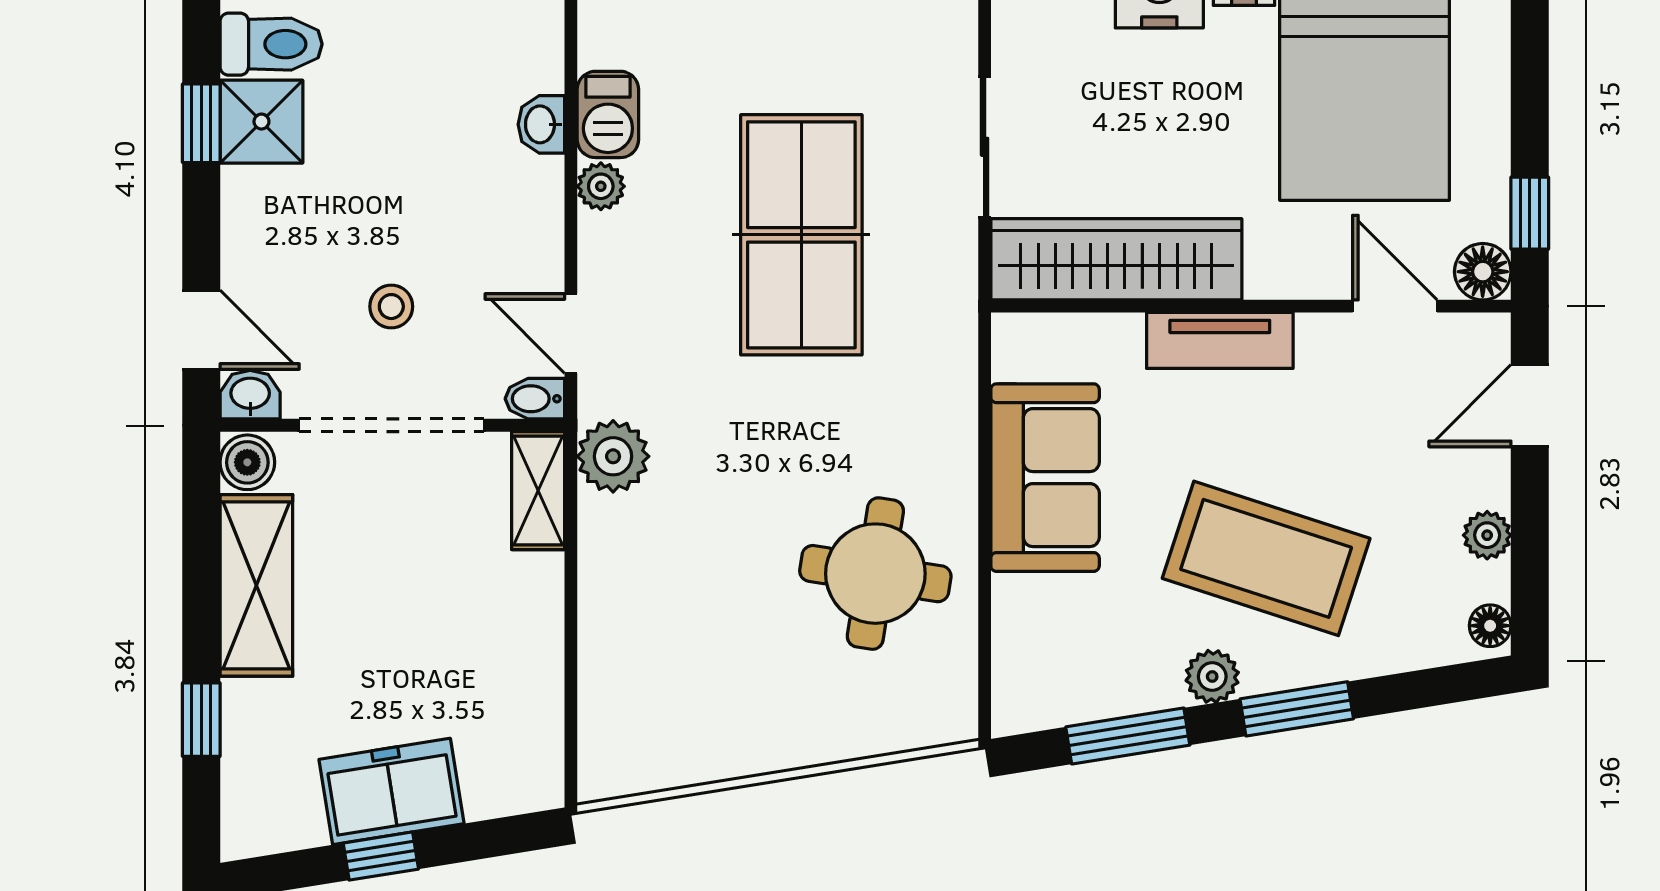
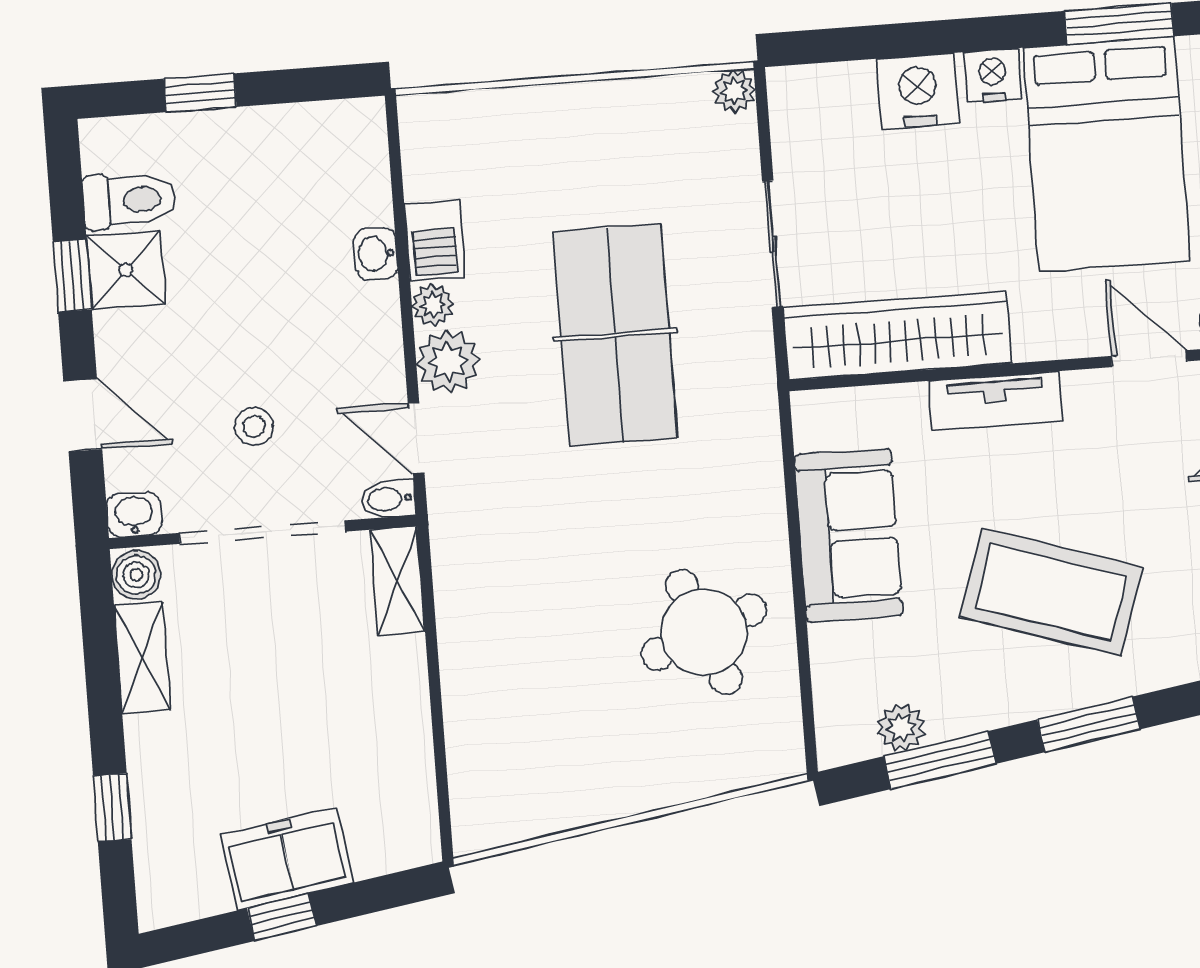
door: (201, 330) -> (83, 415), moved
plant: (613, 456) -> (448, 362), moved
round table: (875, 574) -> (704, 632), turned -30
shelving: (256, 585) -> (142, 658), width x0.67, depth x0.75
plant: (1212, 677) -> (901, 727), moved

